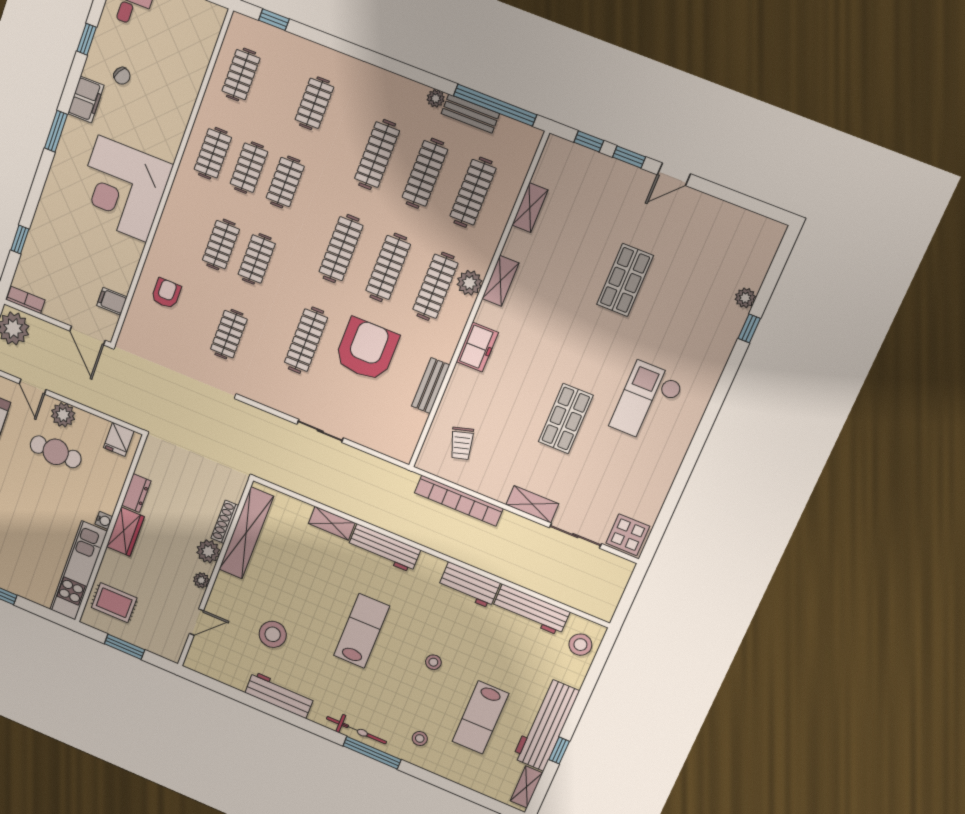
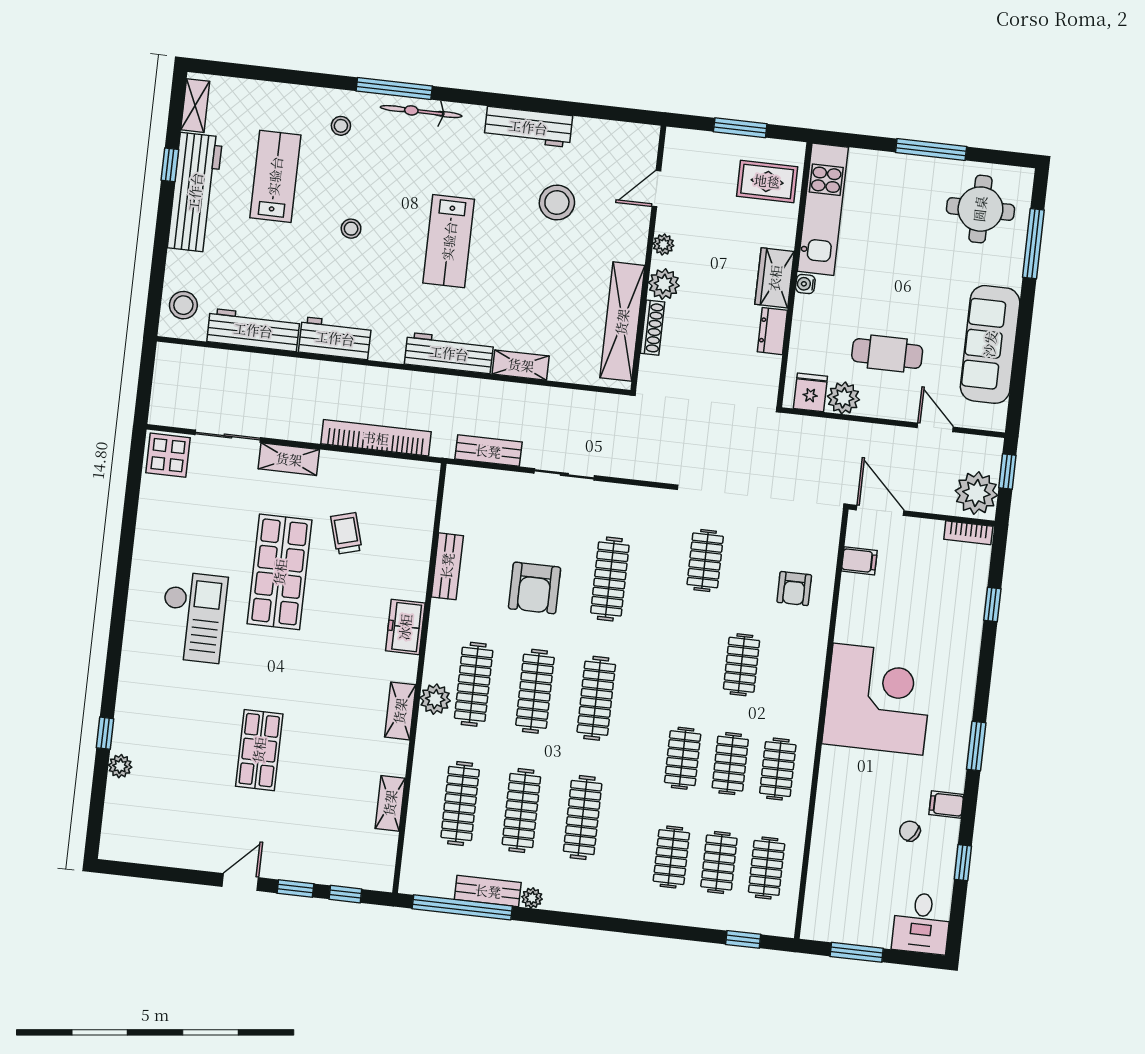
filing cabinet: (86, 99) -> (946, 805), width x0.50
clothes rail: (257, 259) -> (719, 862), moved
armchair: (367, 350) -> (535, 588), width x0.73, depth x0.73
plant: (63, 415) -> (844, 398), moved
shop shelf: (566, 419) -> (280, 572), width x1.43, depth x1.36
trolley: (462, 443) -> (346, 533), moved
bench: (374, 466) -> (488, 451), added

